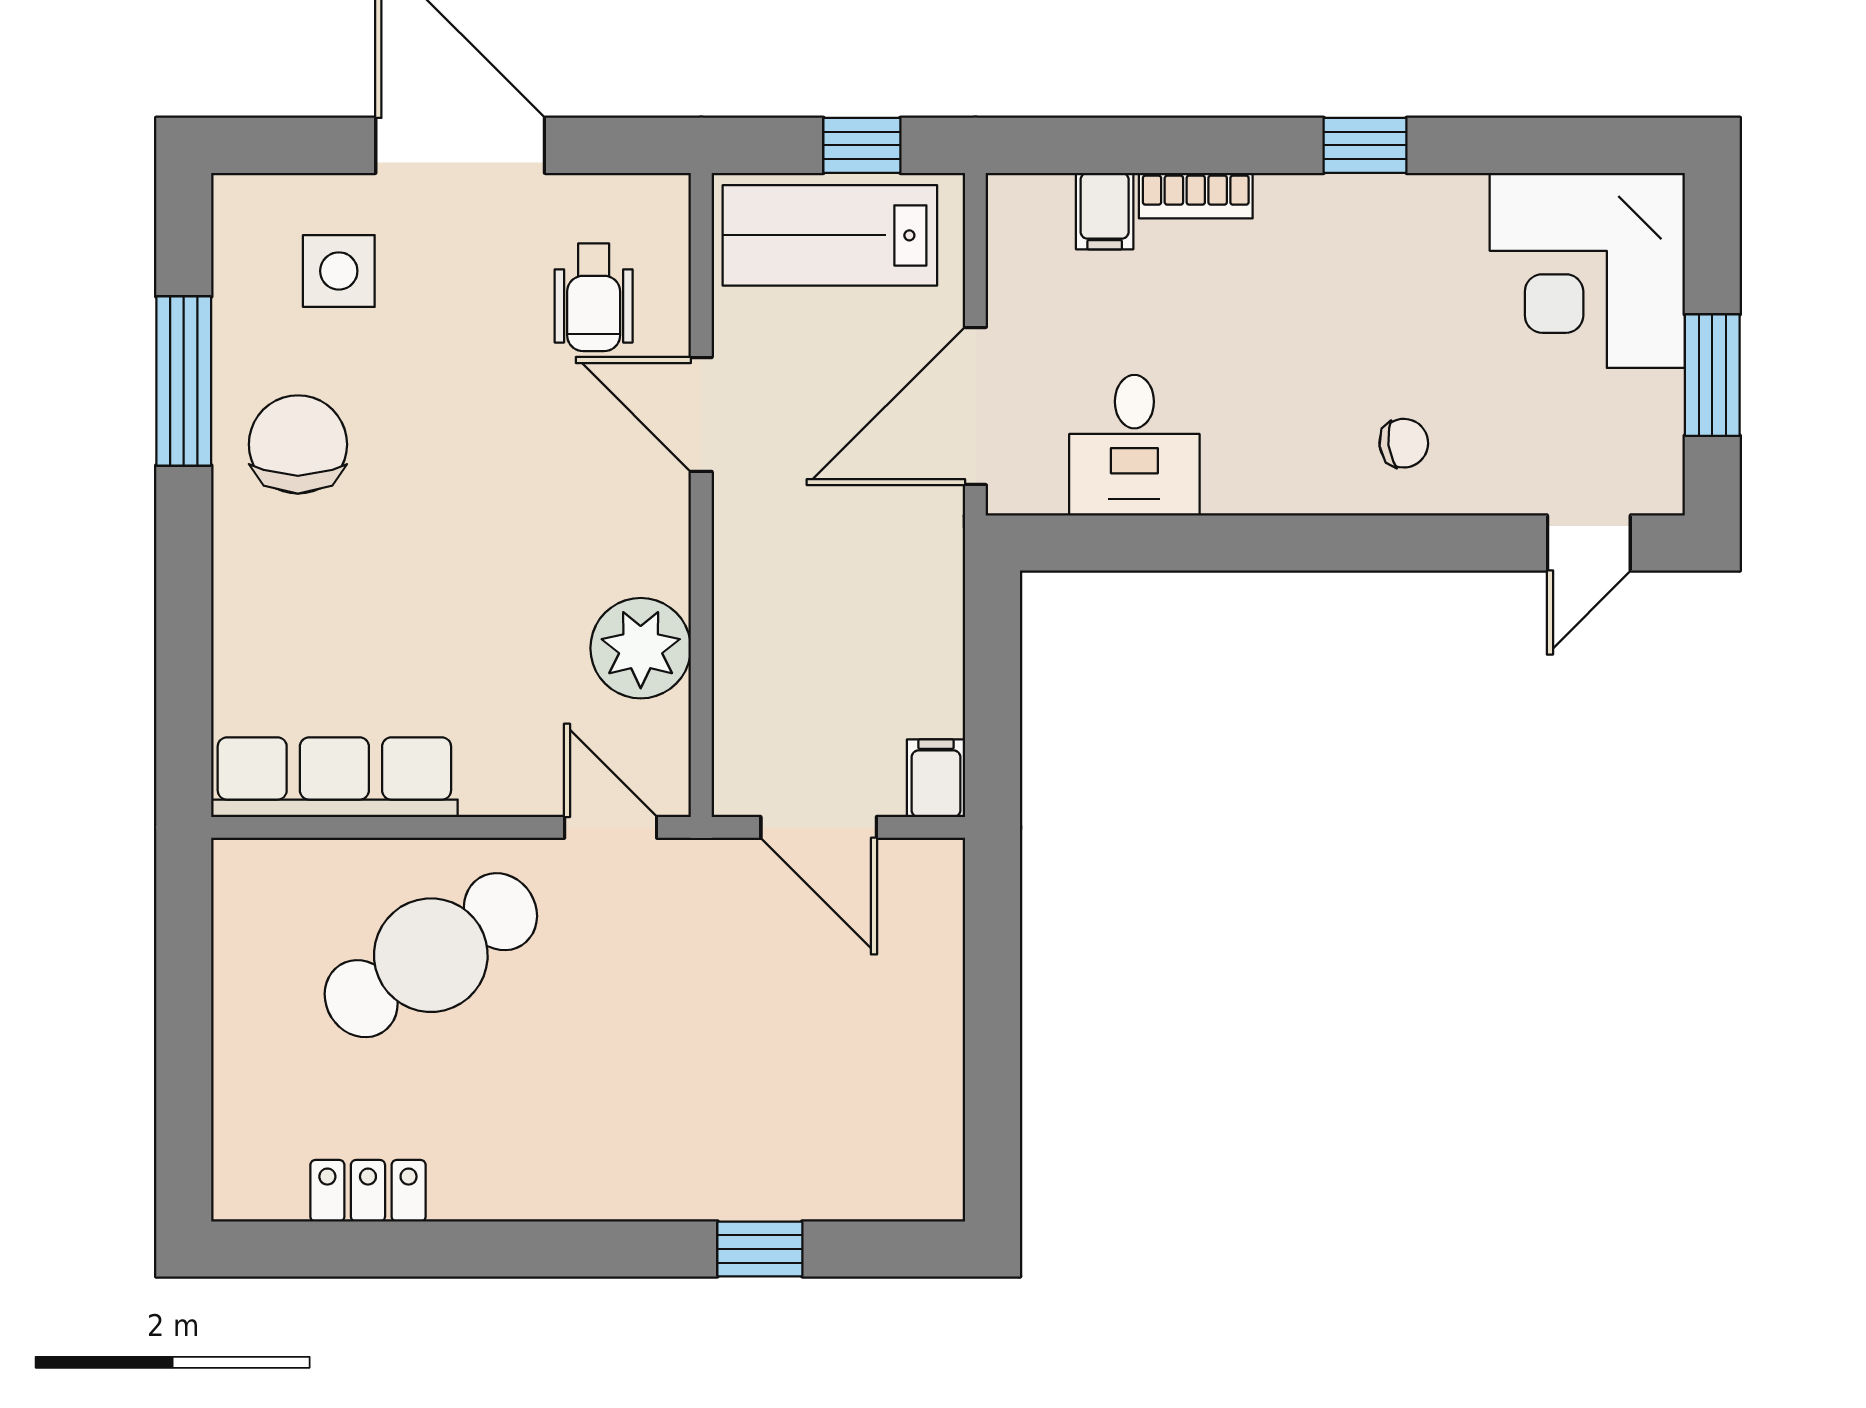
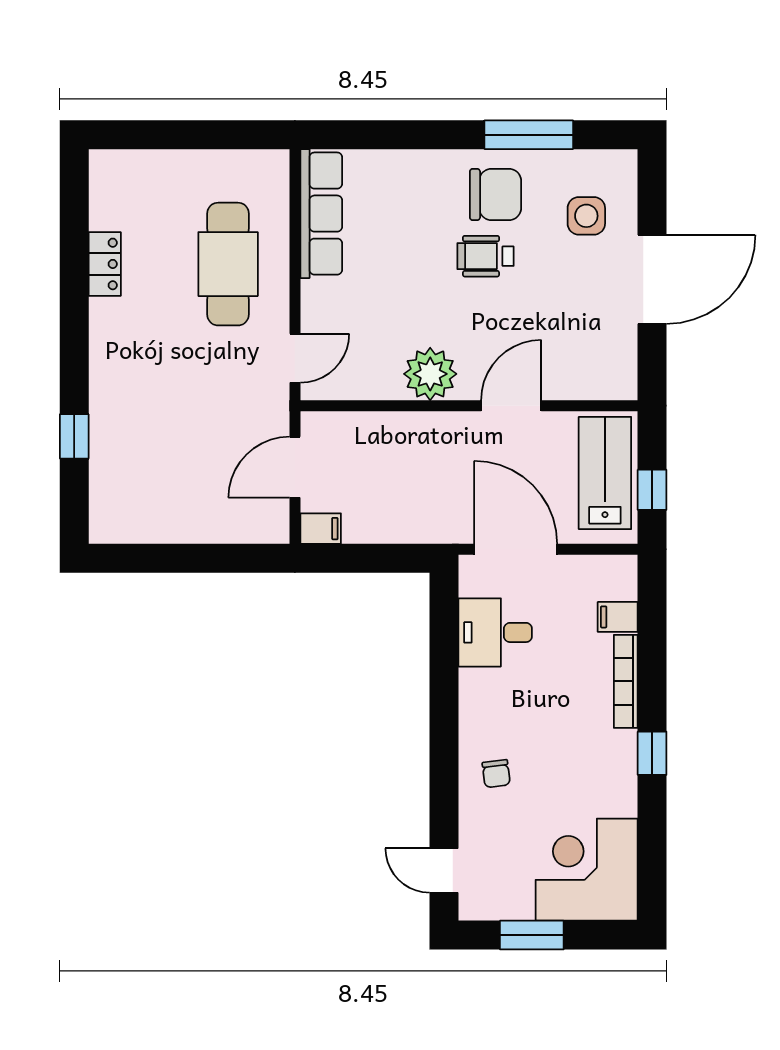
bookcase: (1196, 196) -> (626, 681), width x1.56
wheelchair: (594, 297) -> (486, 256), moved
plant: (641, 648) -> (430, 374), moved
cafe table: (431, 955) -> (228, 264), turned 32
locker: (368, 1191) -> (105, 264), moved

